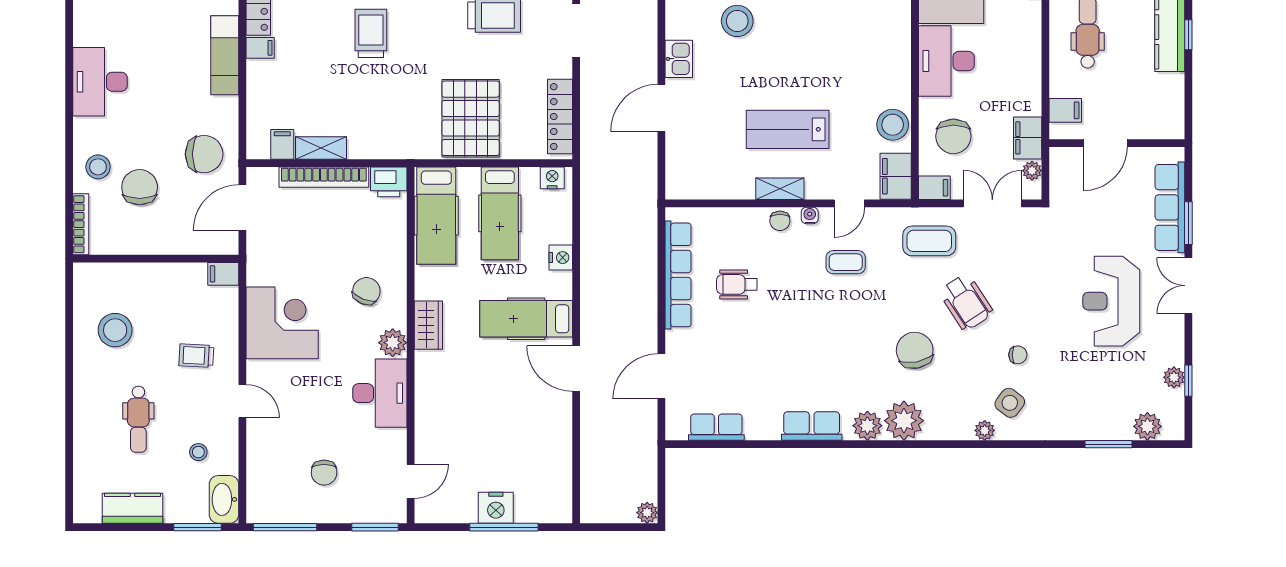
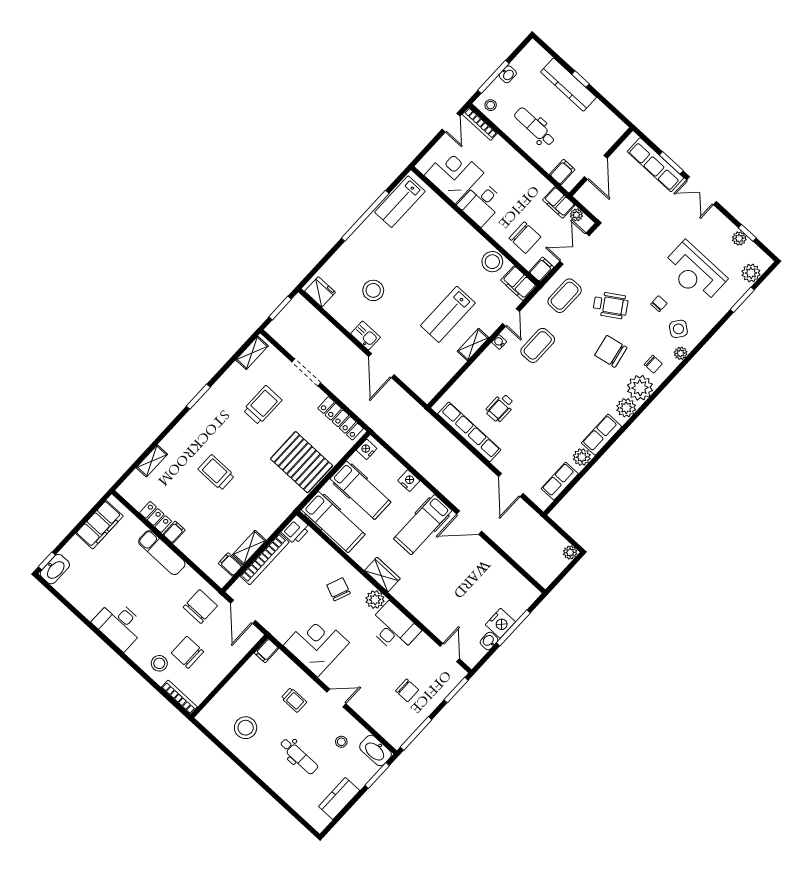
desk: (946, 61) -> (481, 203), width x0.73
chair: (780, 221) -> (653, 364), moved
coffee table: (846, 262) -> (538, 345), width x1.36, depth x1.30
reception desk: (1111, 301) -> (694, 272), moved
trolley: (196, 356) -> (294, 700), turned -93
plant: (766, 427) -> (582, 457), added
washbasin: (464, 513) -> (489, 641), added

